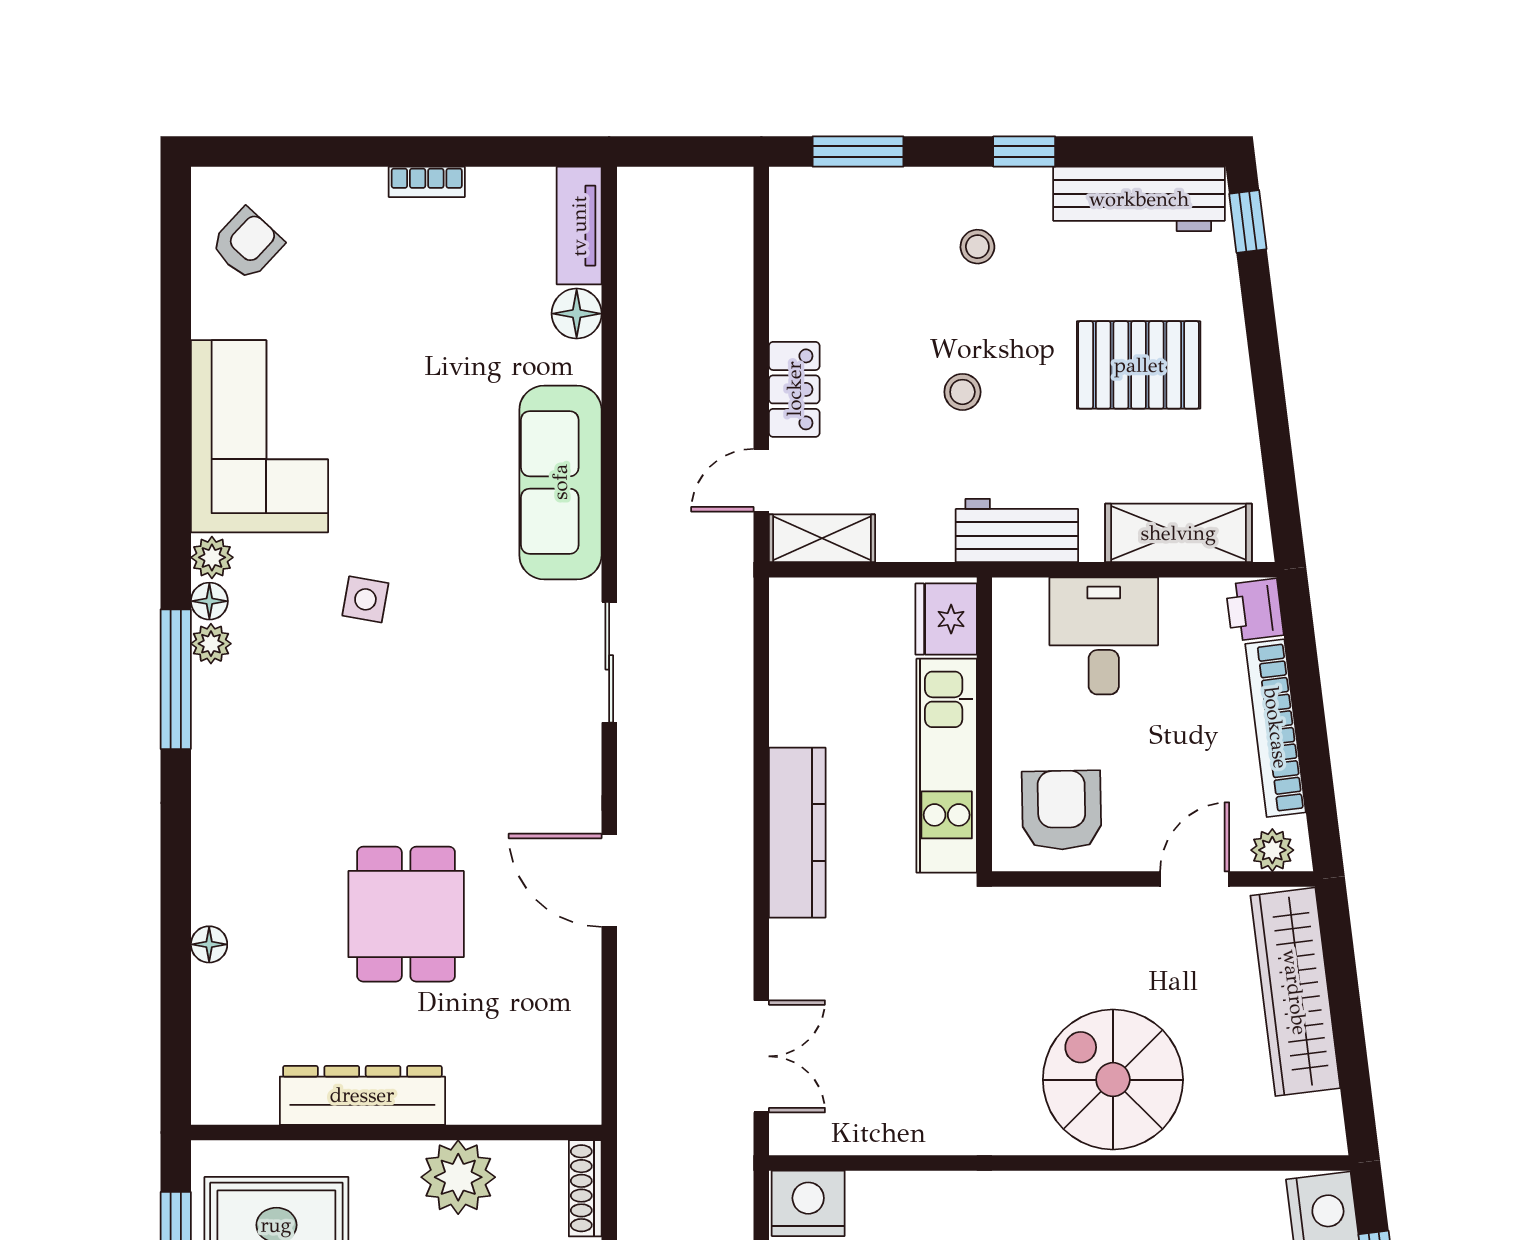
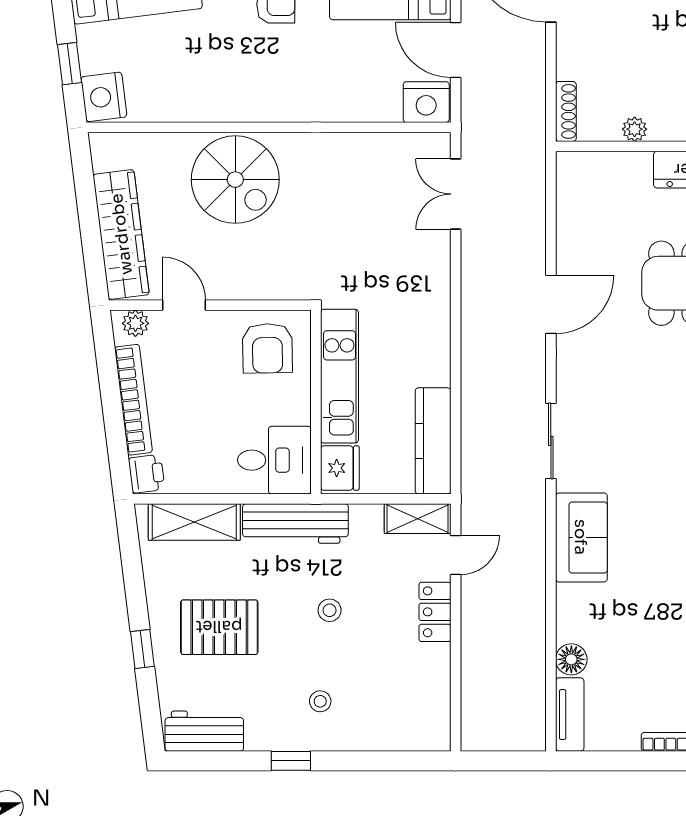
window: (858, 151) -> (395, 761), removed
workbench: (1139, 199) -> (204, 731), width x0.73
window: (1248, 221) -> (142, 649), moved
sofa: (560, 482) -> (581, 537), width x0.73
workbench: (1017, 530) -> (295, 523), width x1.38
desk: (1104, 636) -> (274, 460), moved, turned -90
kitchen counter: (797, 833) -> (433, 441), moved
door: (1195, 879) -> (184, 305), swing flipped
door: (609, 880) -> (551, 304), hinge flipped
plant: (458, 1177) -> (635, 129), width x0.53, depth x0.53

